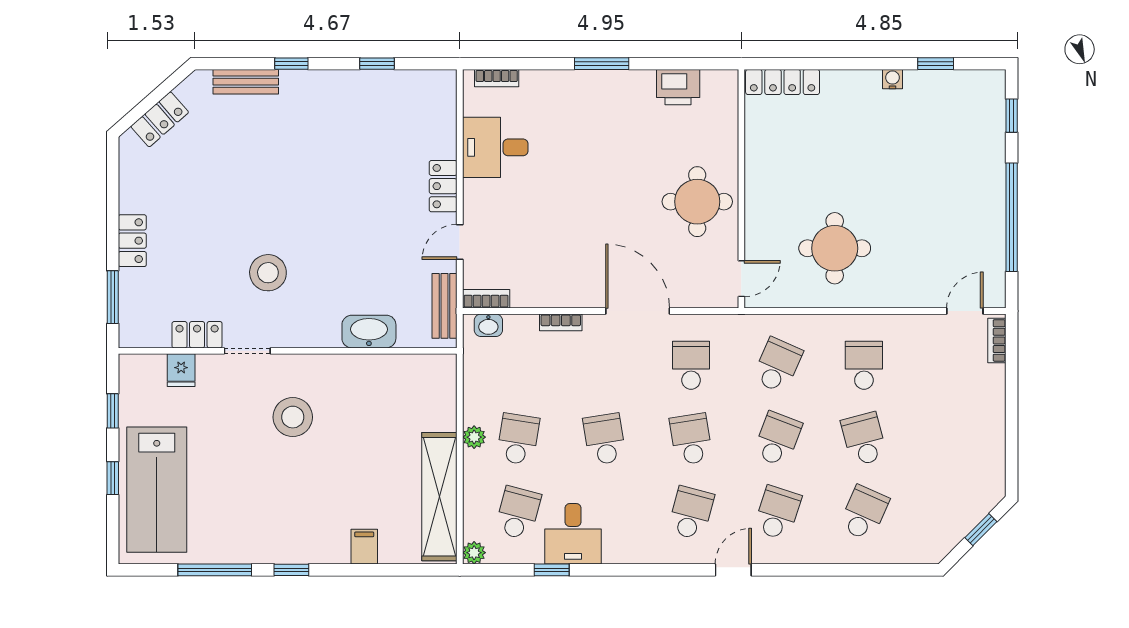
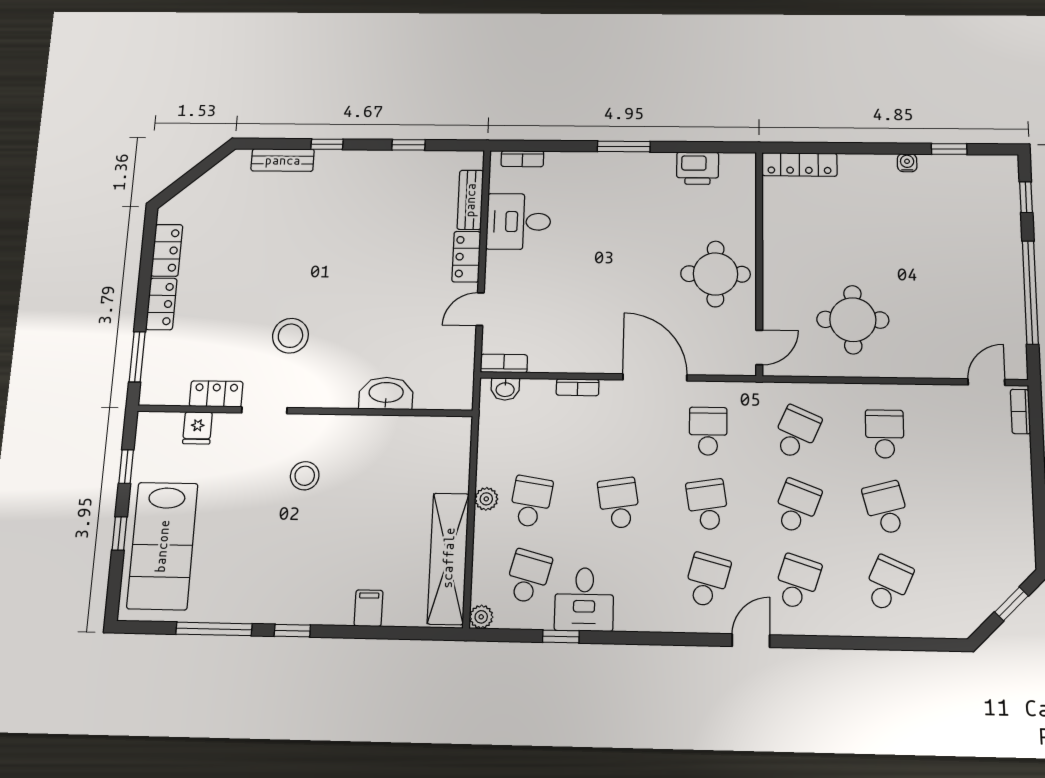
locker: (160, 119) -> (167, 250), moved, turned -49
bench: (444, 306) -> (470, 200), moved
stool: (293, 417) -> (305, 476), width x0.73, depth x0.73

